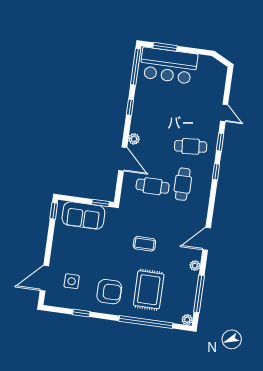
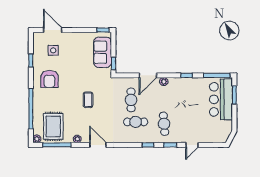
rug: (149, 290) -> (53, 126), moved, turned 90

